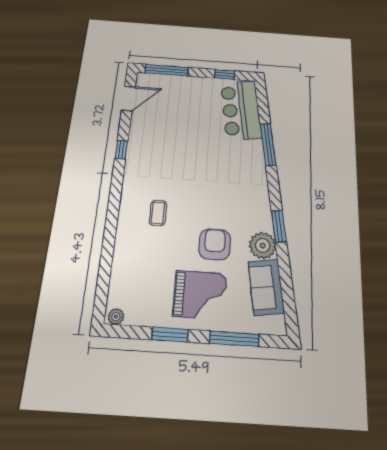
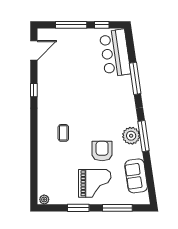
window: (167, 70) -> (71, 25), moved
window: (279, 226) -> (144, 136), width x1.44
plant: (263, 246) -> (131, 136), moved

